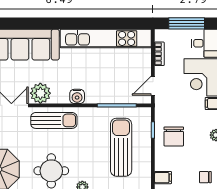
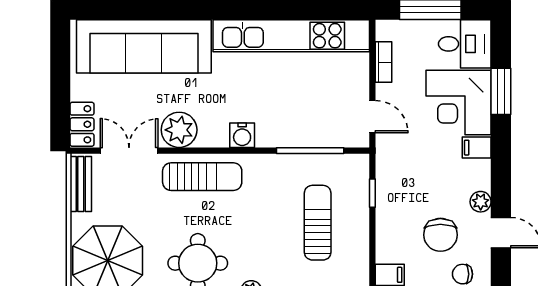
door: (153, 86) -> (372, 117), swing flipped
chair: (174, 136) -> (440, 235), moved
sun lounger: (121, 147) -> (318, 223), width x0.73, depth x0.75

